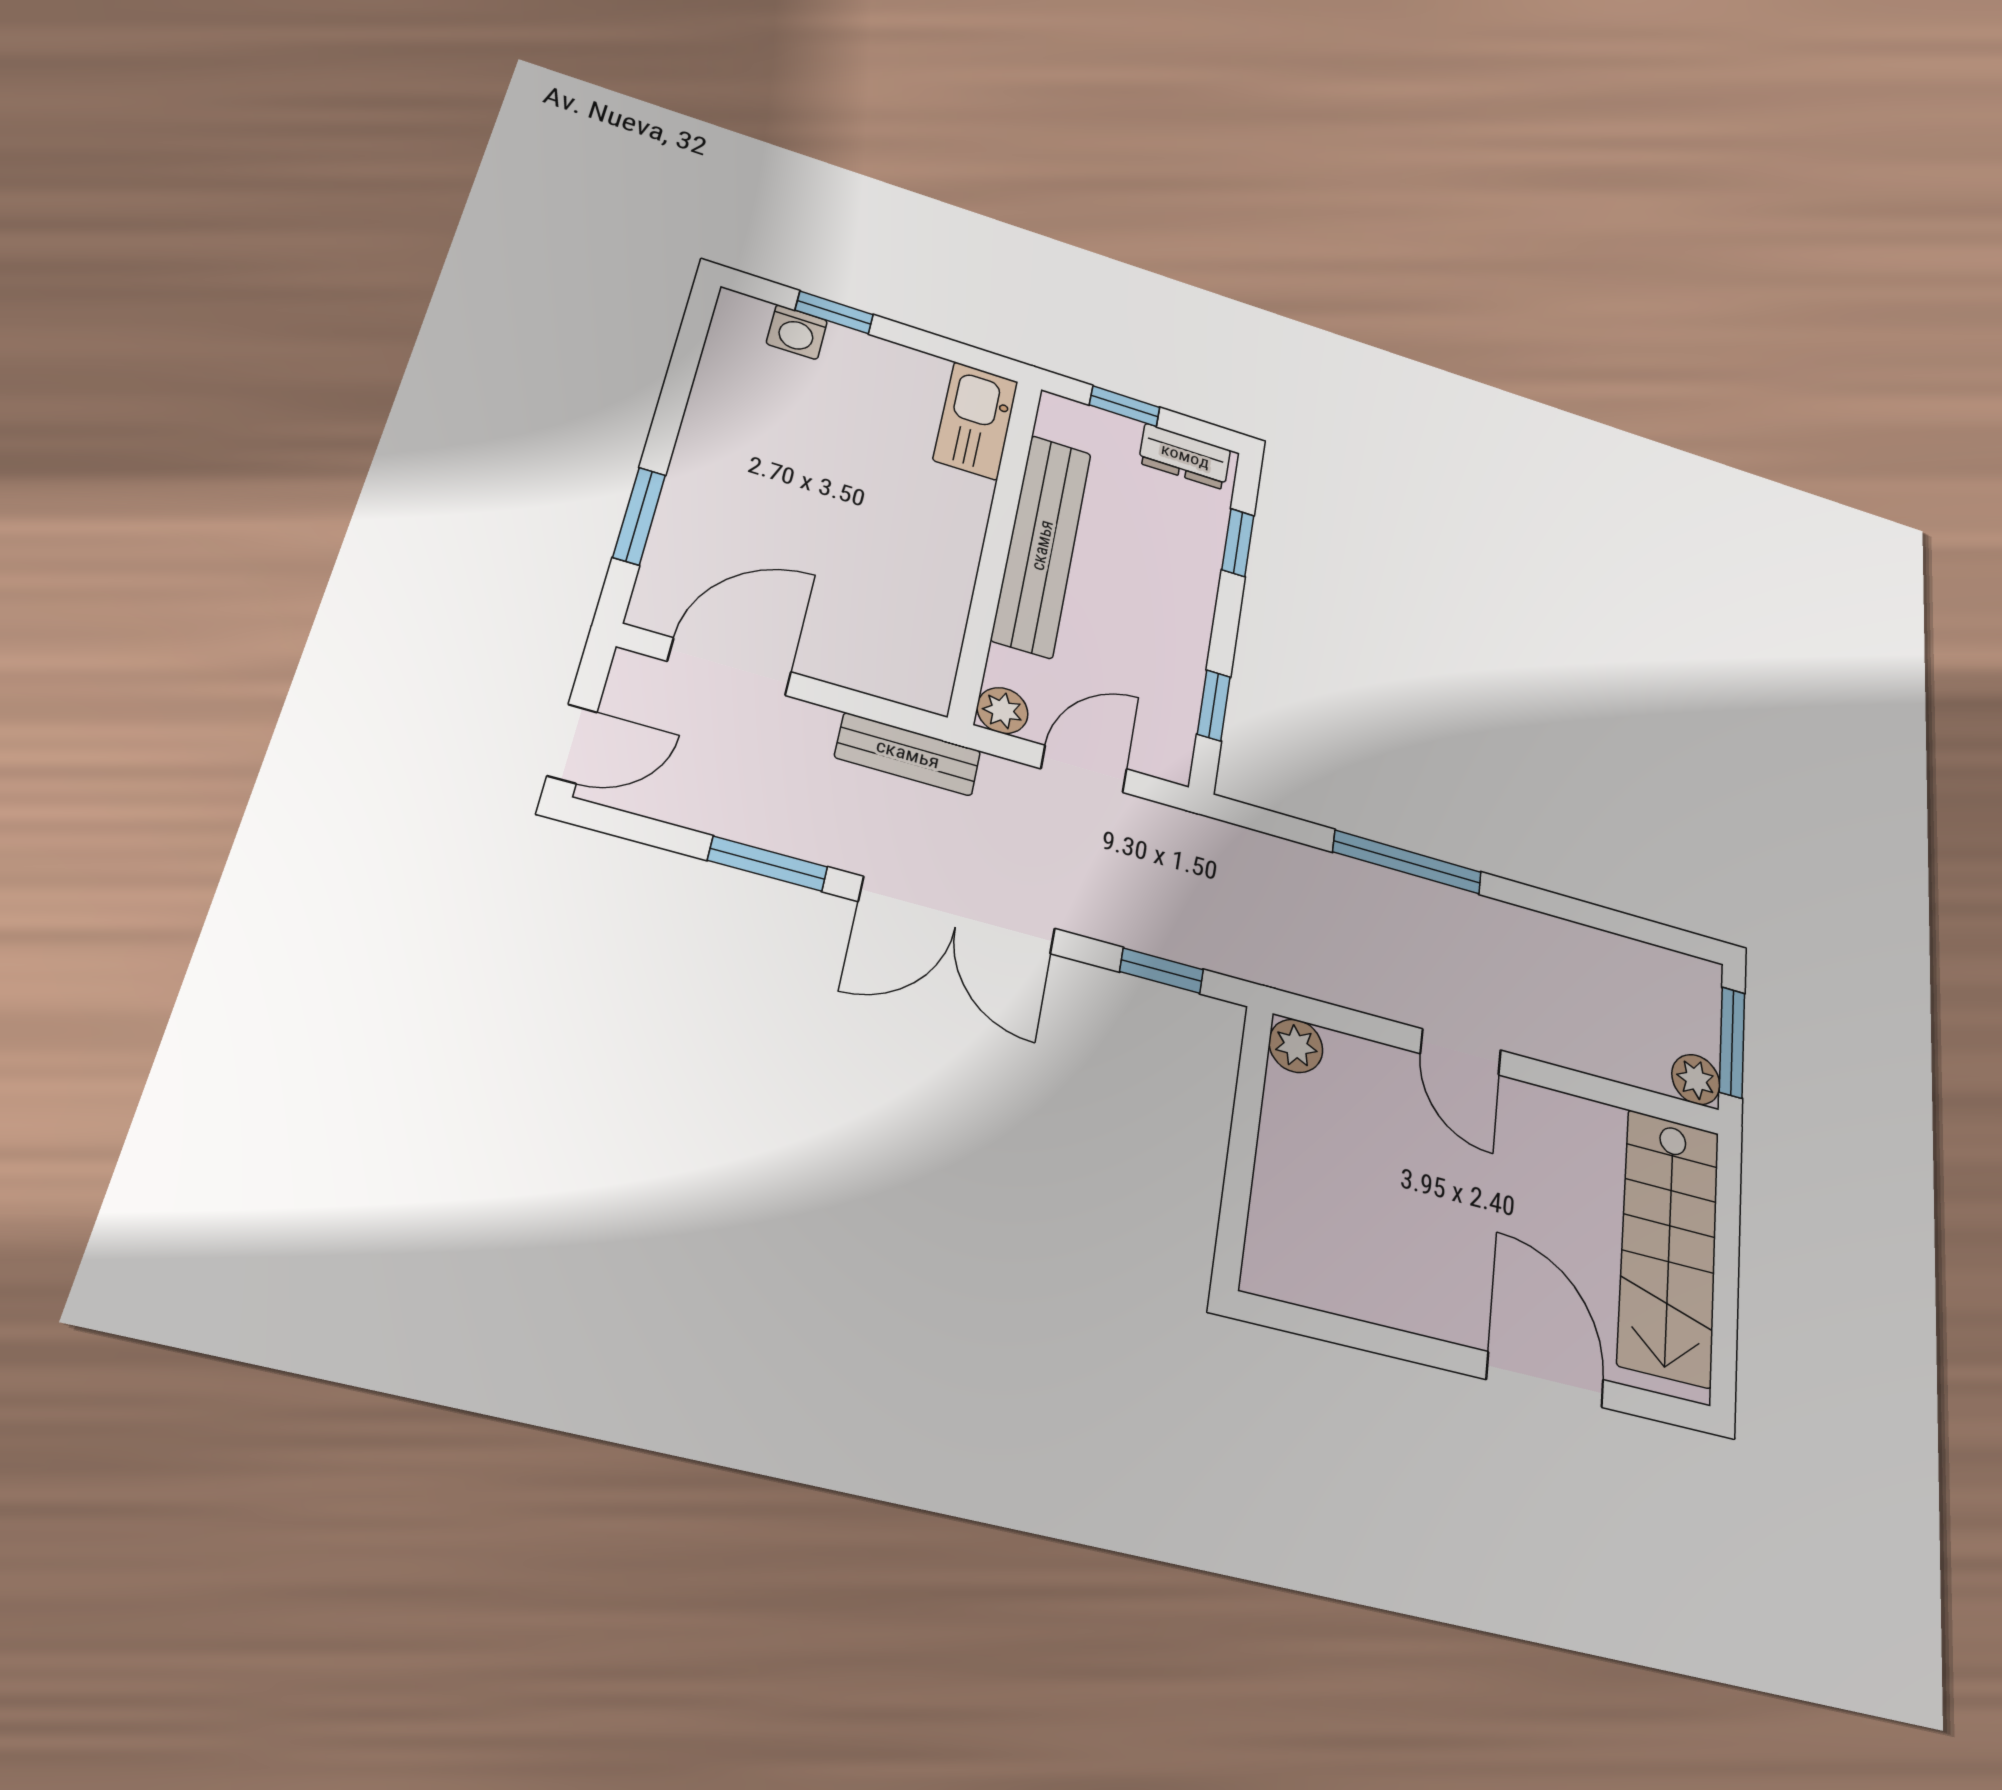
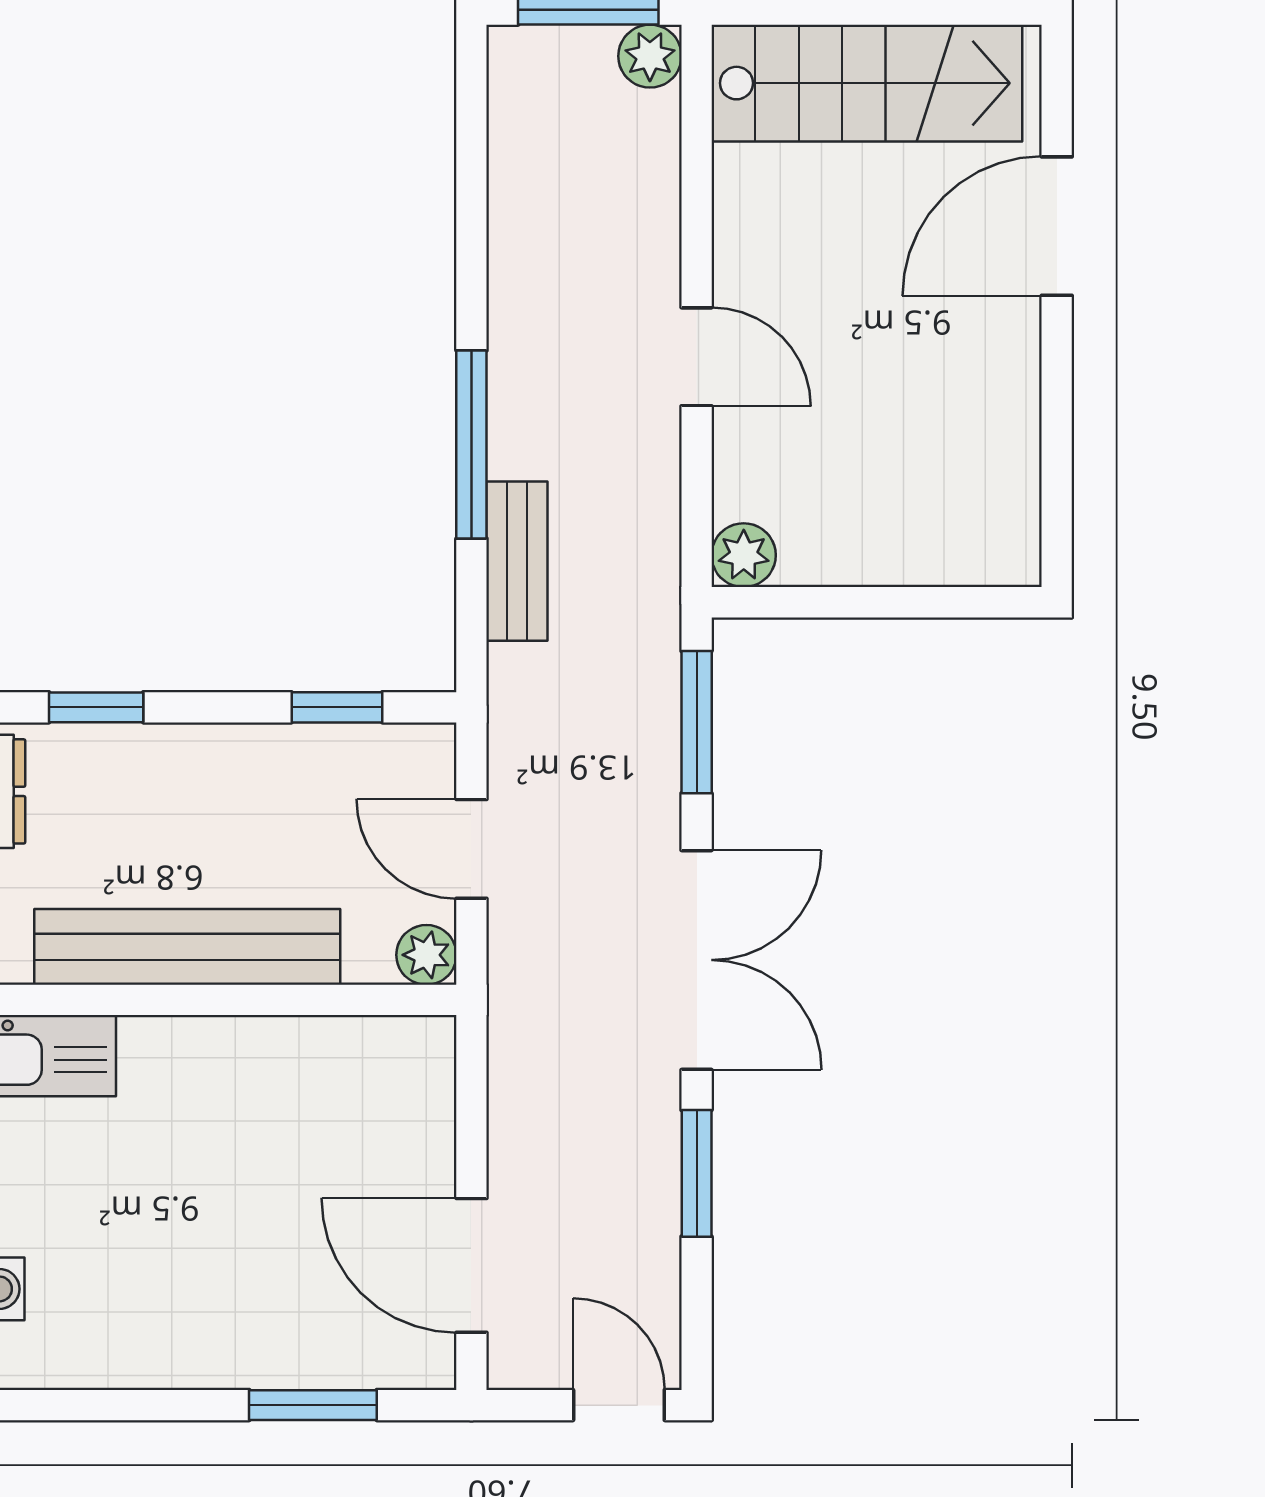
bench: (908, 754) -> (517, 561), moved
window: (1162, 971) -> (697, 722), width x1.50
door: (1461, 1052) -> (697, 357), hinge flipped

